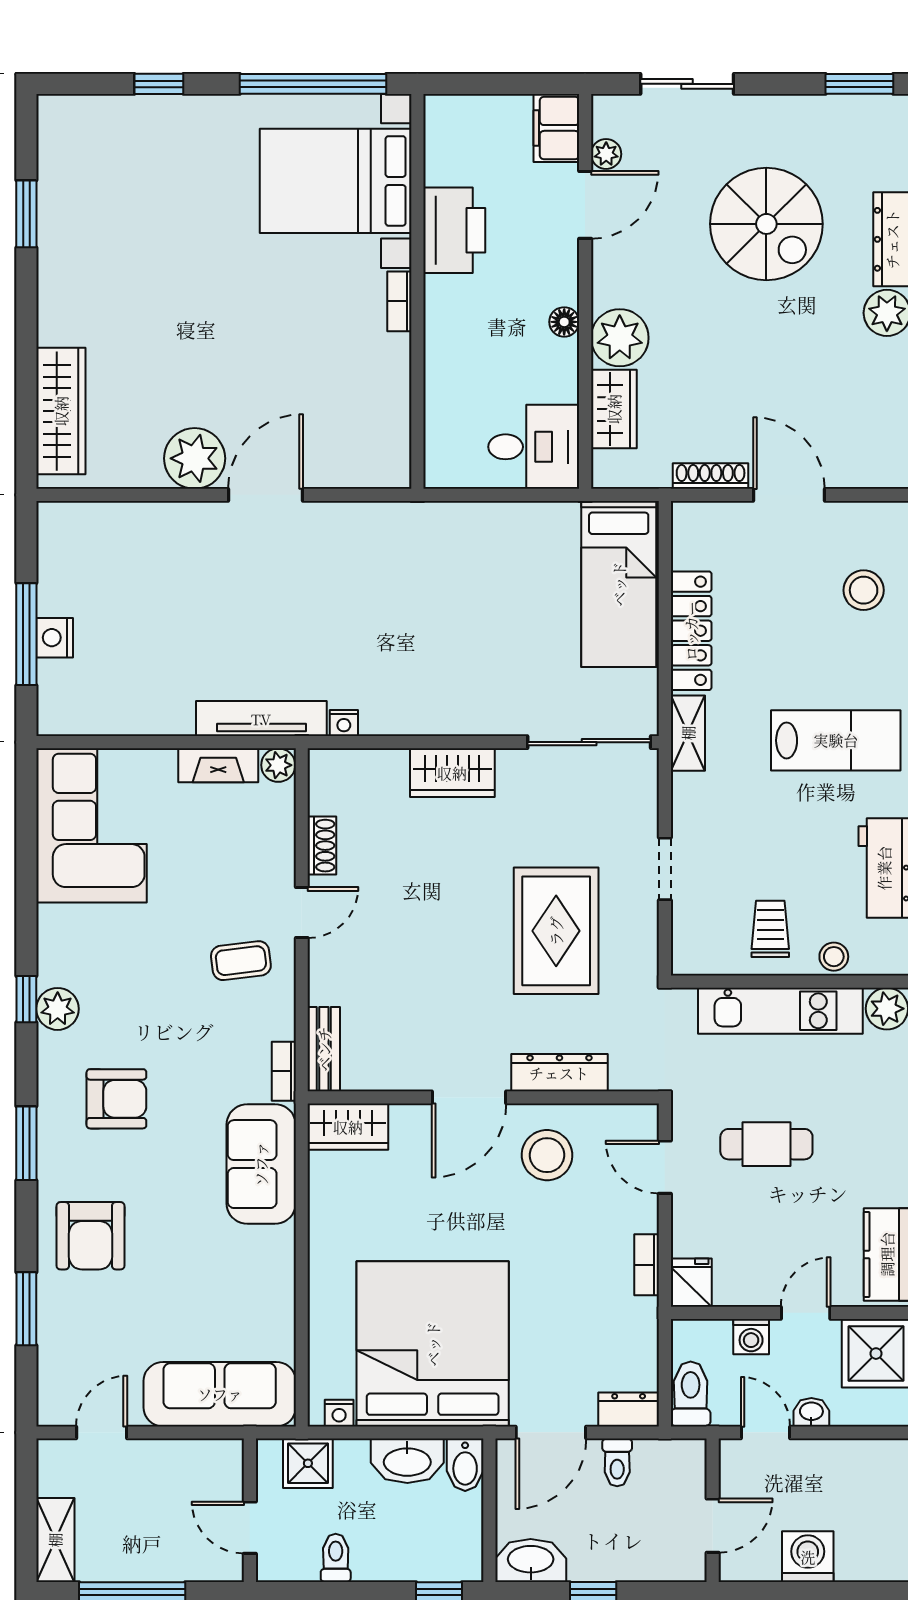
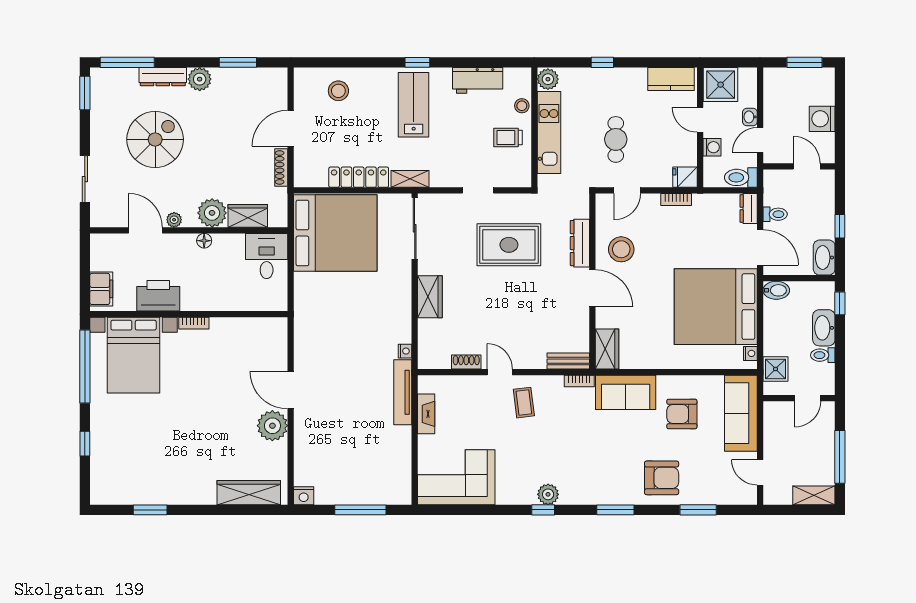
filing cabinet: (556, 128) -> (101, 289), moved, turned -90
plant: (606, 154) -> (174, 220), moved
bed: (619, 584) -> (335, 233), width x2.04
nightstand: (55, 638) -> (304, 496), moved
plant: (278, 765) -> (426, 384), removed
armchair: (116, 1099) -> (682, 414), moved, turned -90
washbasin: (407, 1461) -> (824, 328), moved, turned 180

